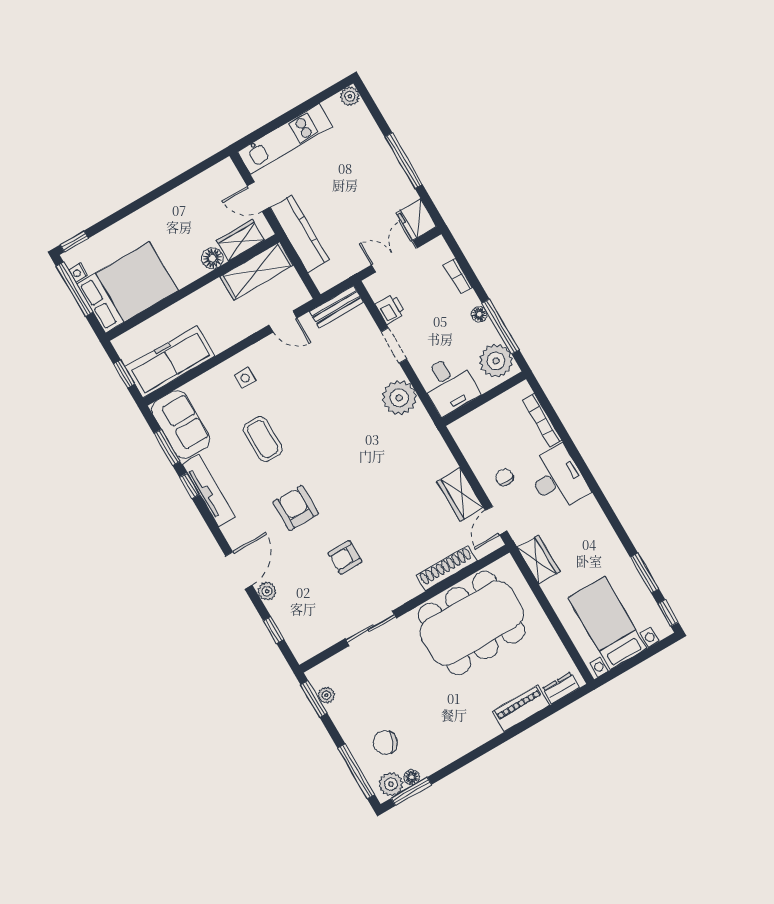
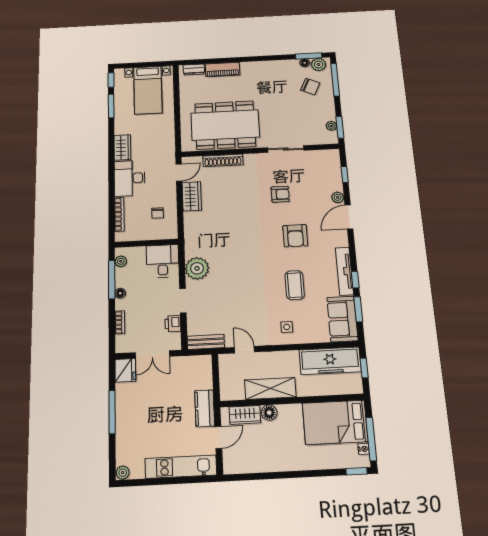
door: (258, 197) -> (218, 437), hinge flipped
kitchen counter: (300, 234) -> (205, 408), width x0.67
shelving: (257, 271) -> (270, 389), moved
plant: (496, 361) -> (121, 261), width x0.53, depth x0.53
chair: (504, 477) -> (158, 213), moved
wardrobe: (538, 560) -> (122, 147), moved, turned 180

